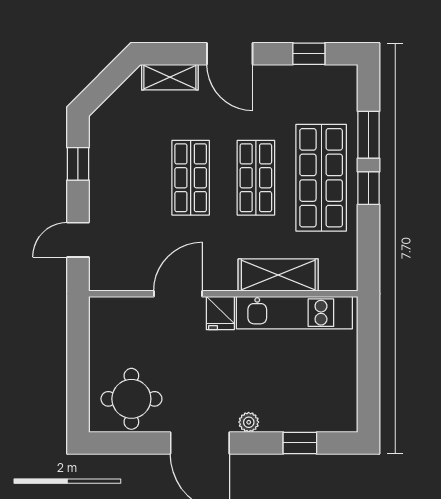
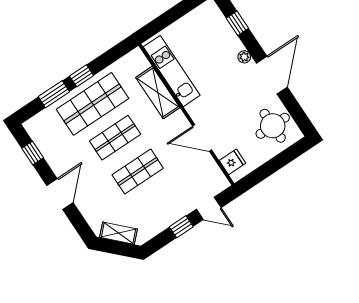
shelving: (170, 77) -> (118, 233), moved, turned -45
window: (78, 164) -> (181, 227), moved
fridge: (220, 313) -> (232, 162), moved

